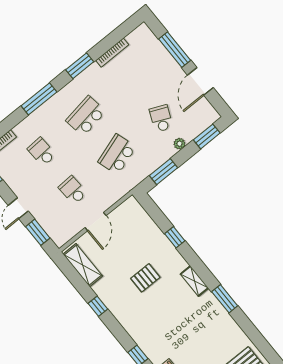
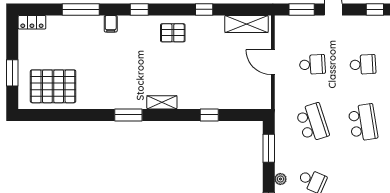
pallet: (145, 278) -> (173, 33), moved, turned 90

